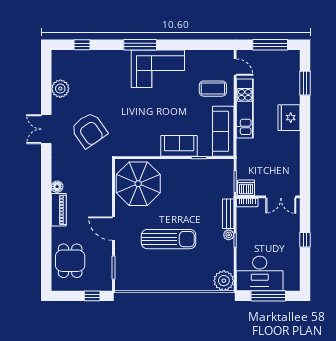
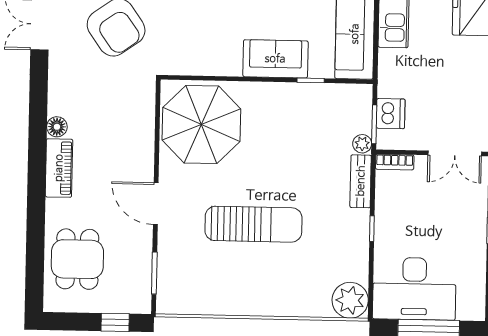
dishwasher: (246, 188) -> (391, 114), moved, turned 90
plant: (229, 235) -> (362, 144), moved

